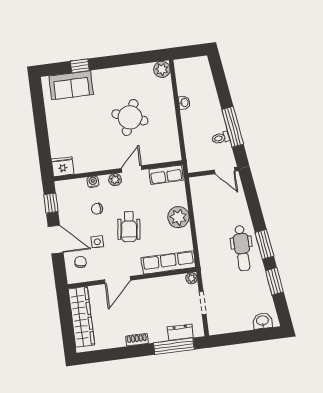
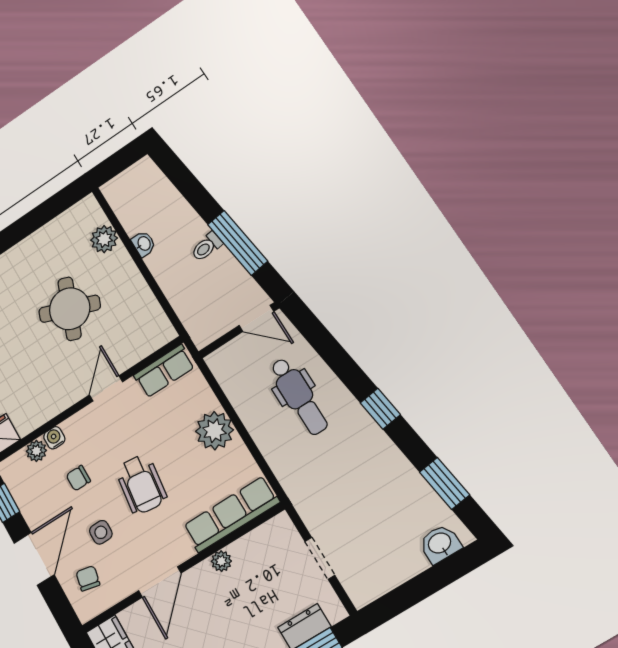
plant: (162, 69) -> (104, 239), moved
toilet: (221, 138) -> (207, 247), moved
plant: (115, 180) -> (36, 451), moved
door: (56, 240) -> (34, 559), hinge flipped
window: (264, 244) -> (380, 409), width x0.67
dental chair: (242, 248) -> (299, 396), moved
plant: (191, 278) -> (221, 561), moved
window: (274, 281) -> (444, 483), moved

